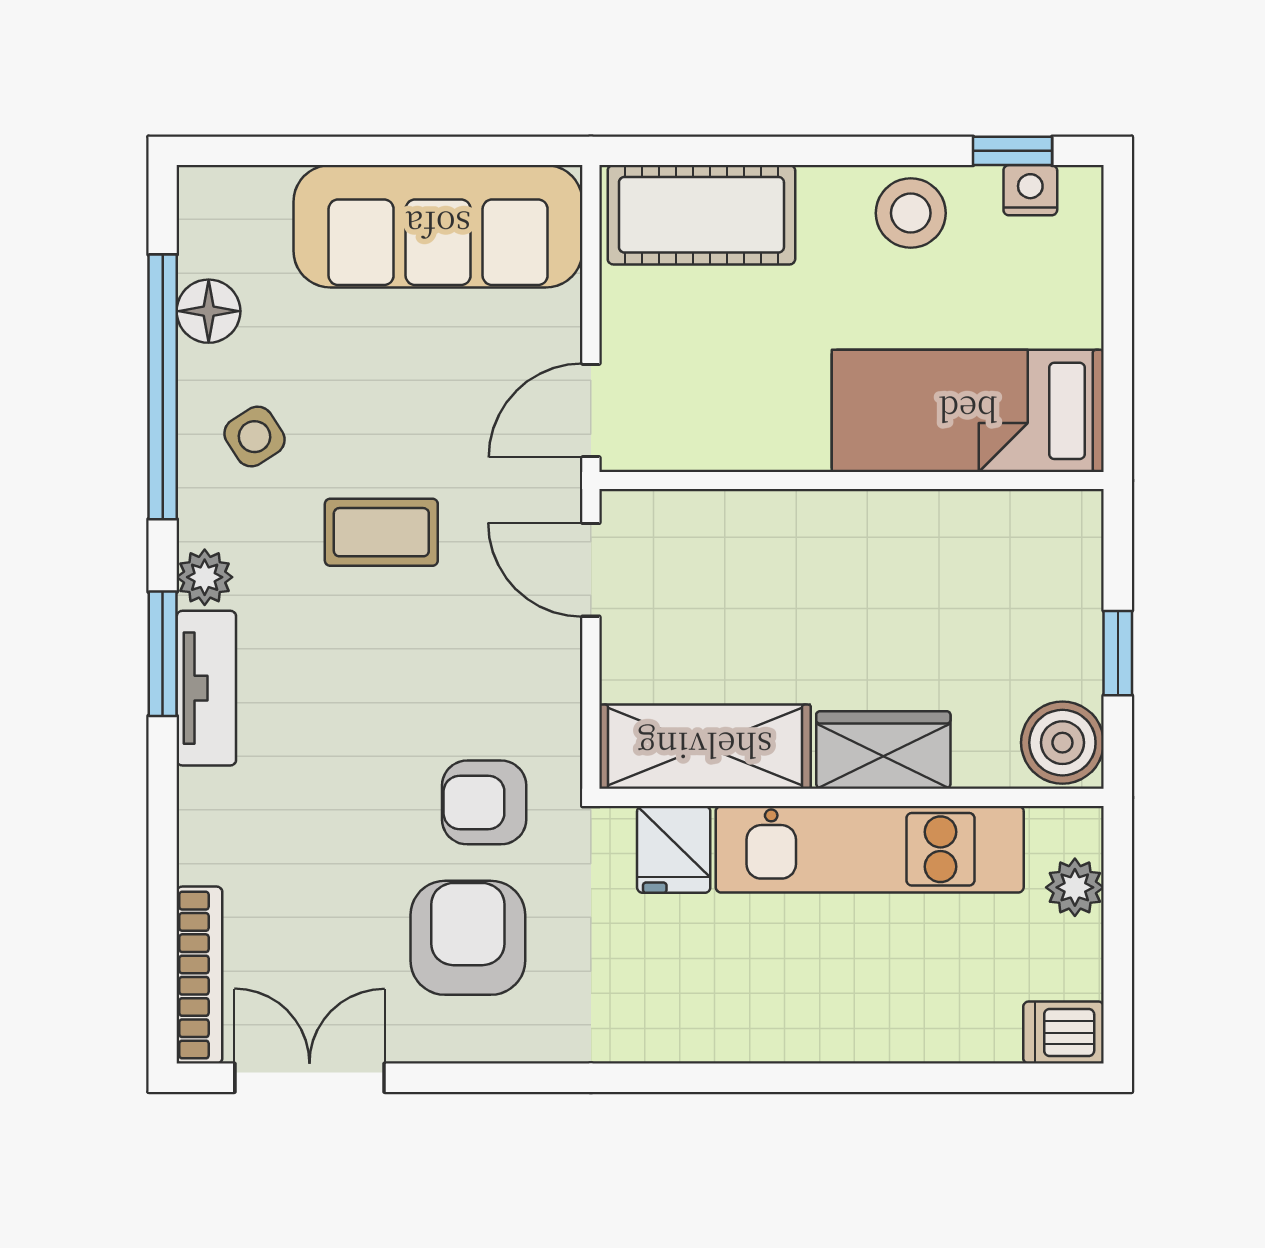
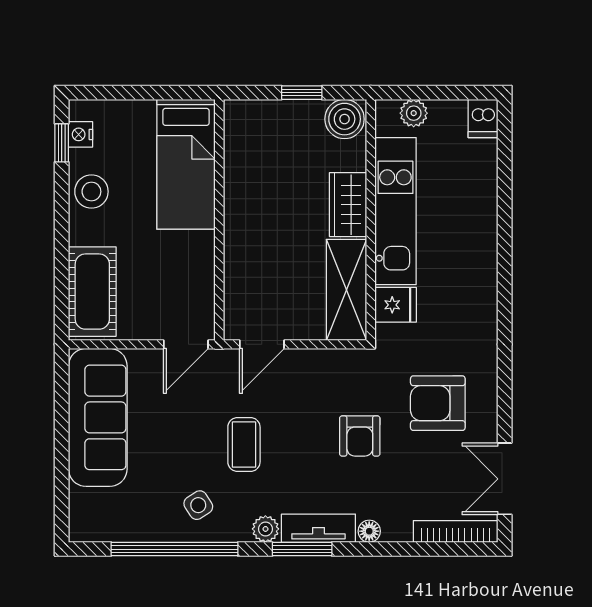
floor lamp: (209, 311) -> (369, 531), moved, width x0.73, depth x0.73
door: (591, 410) -> (186, 344), hinge flipped
armchair: (484, 802) -> (360, 436), moved

